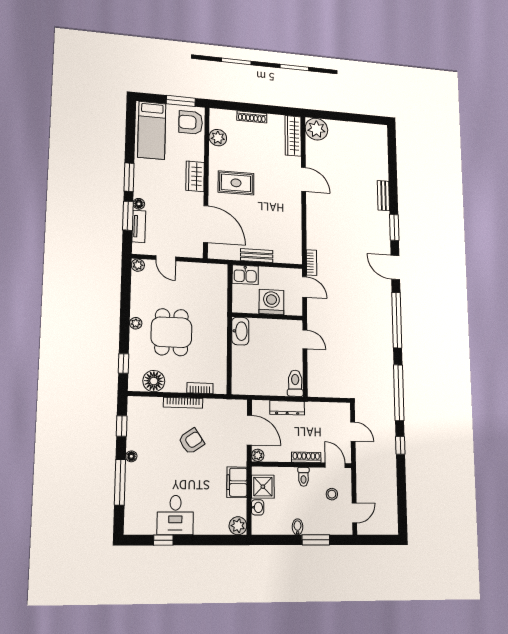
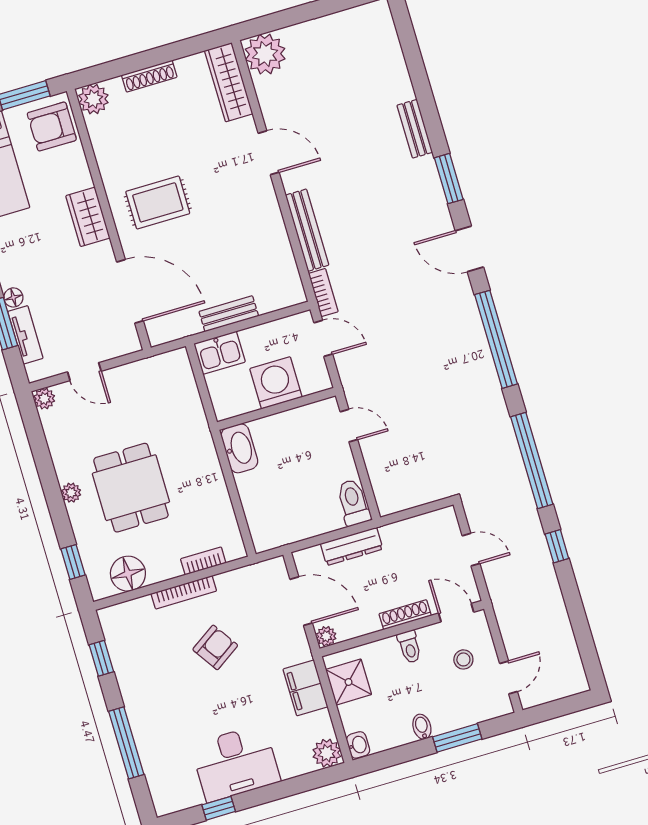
plant: (218, 138) -> (93, 99), moved
bench: (312, 227) -> (307, 230), added
floor lamp: (131, 456) -> (131, 699), removed
washbasin: (258, 507) -> (358, 745), moved
desk: (175, 515) -> (235, 763), width x1.37

